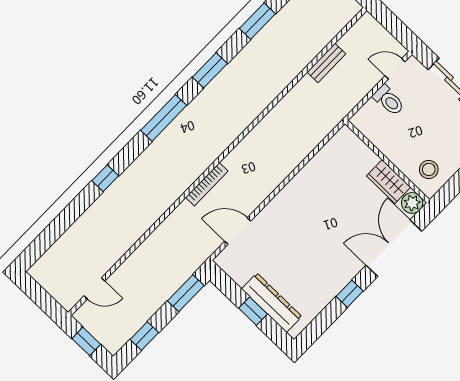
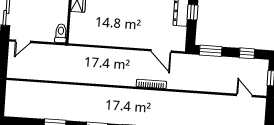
bench: (326, 63) -> (47, 76), removed
door: (395, 69) -> (23, 41), hinge flipped
toilet: (389, 100) -> (61, 33), moved

